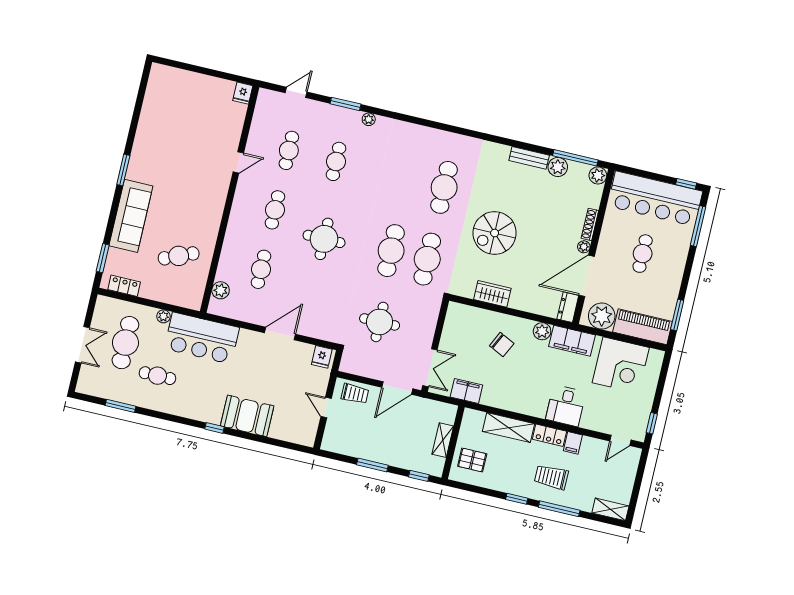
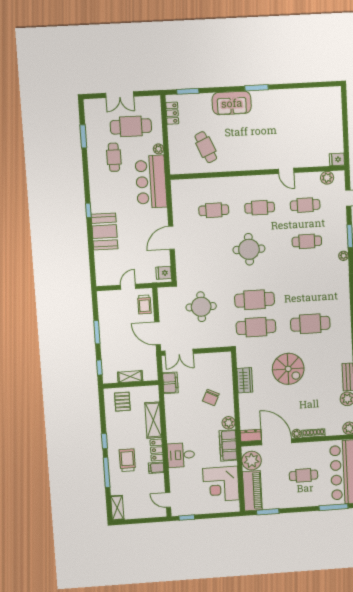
sofa: (131, 216) -> (232, 103), width x0.73
spiral stairs: (495, 233) -> (288, 369), turned 180
plant: (221, 290) -> (327, 178), moved
door: (280, 334) -> (171, 238), swing flipped

